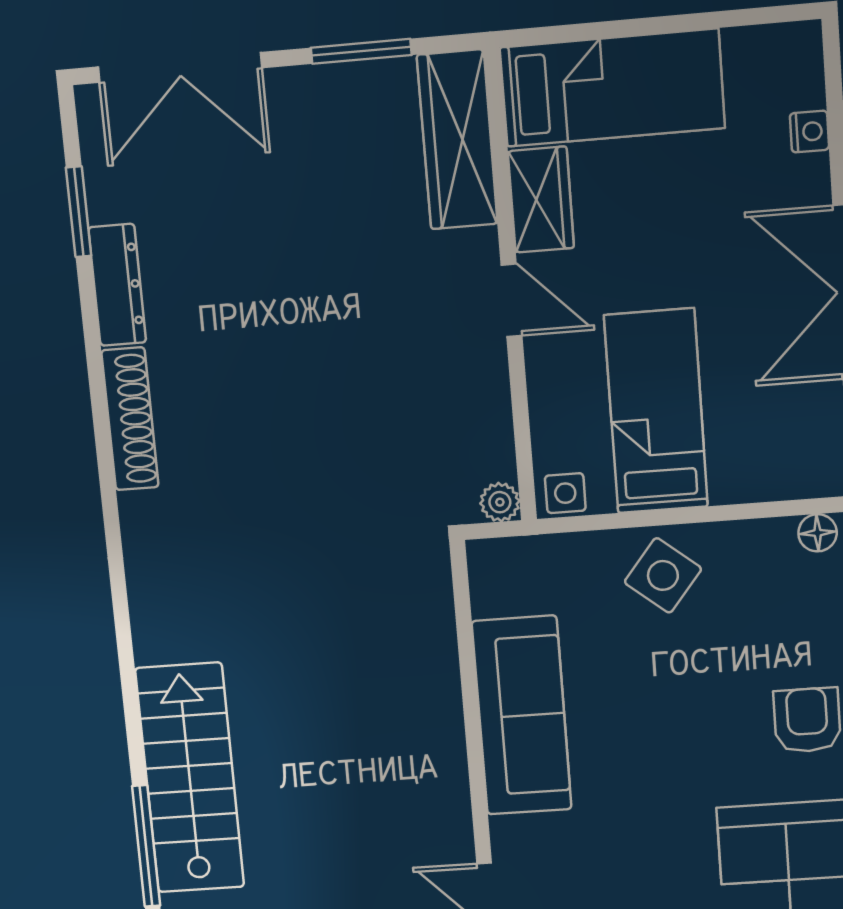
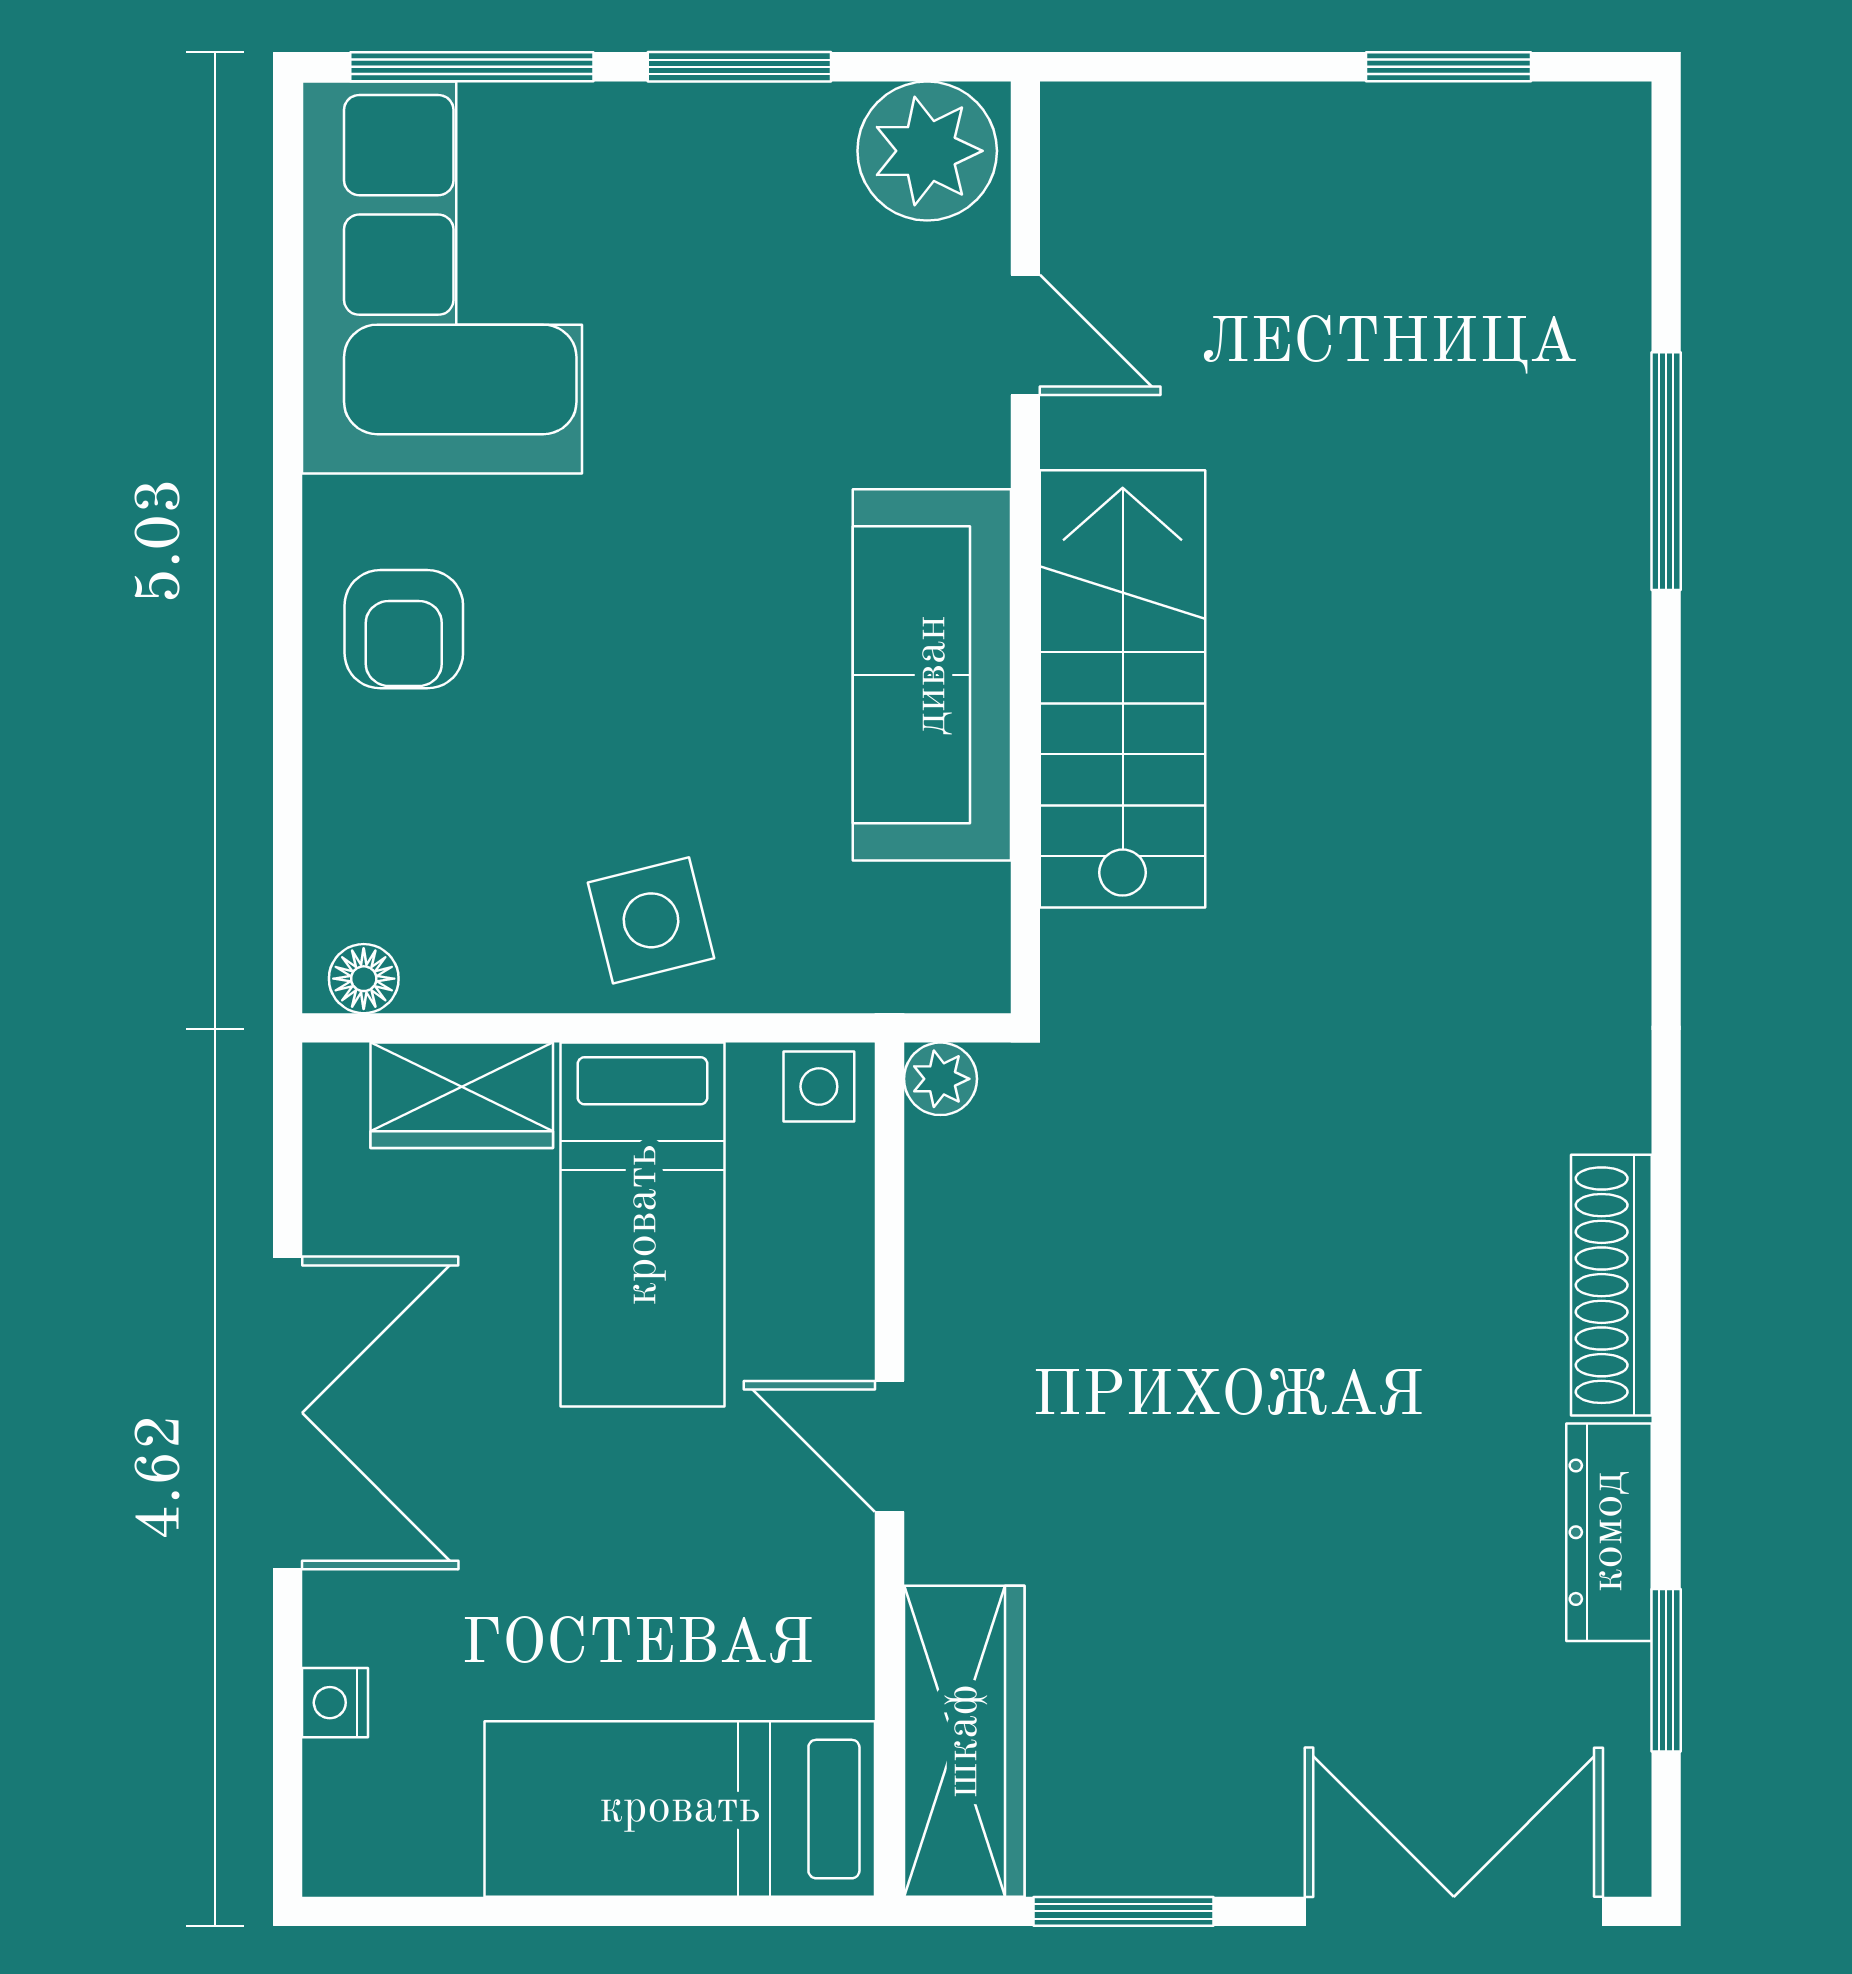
wardrobe: (541, 200) -> (462, 1095), moved, turned -90
side table: (663, 575) -> (651, 920), turned 37
stairs: (190, 778) -> (1123, 689), moved, turned 180

